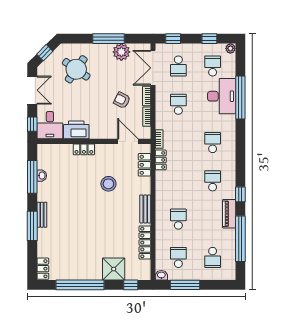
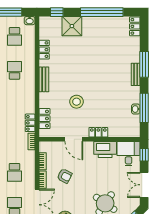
door: (128, 141) -> (74, 139), moved
school desk: (178, 219) -> (14, 70), turned 180
locker: (145, 243) -> (44, 50), width x0.66

